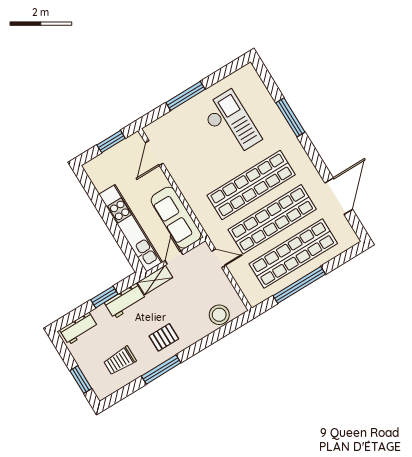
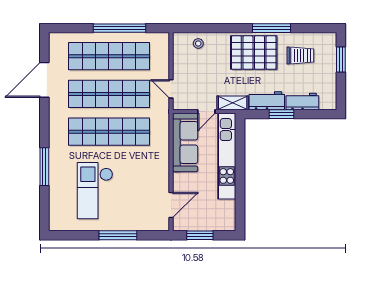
stool: (219, 315) -> (198, 43), width x0.53, depth x0.53
workbench: (79, 328) -> (302, 101), moved
pallet: (164, 337) -> (254, 53), width x2.05, depth x2.00

